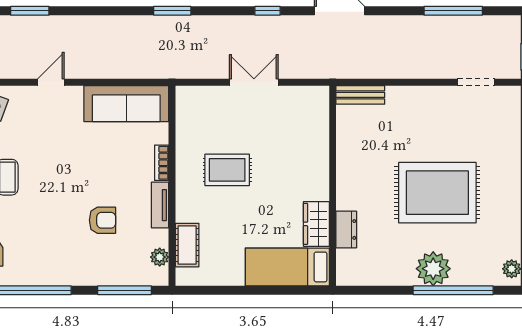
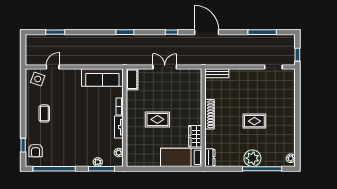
door: (51, 82) -> (53, 67), moved
rug: (227, 170) -> (157, 119), moved
shoe rack: (345, 179) -> (209, 114), added
rug: (437, 193) -> (254, 121), width x0.54, depth x0.49
armchair: (103, 220) -> (91, 134), removed
dresser: (346, 229) -> (210, 158), moved
cot: (187, 245) -> (132, 79), moved
plant: (117, 277) -> (98, 162), added

